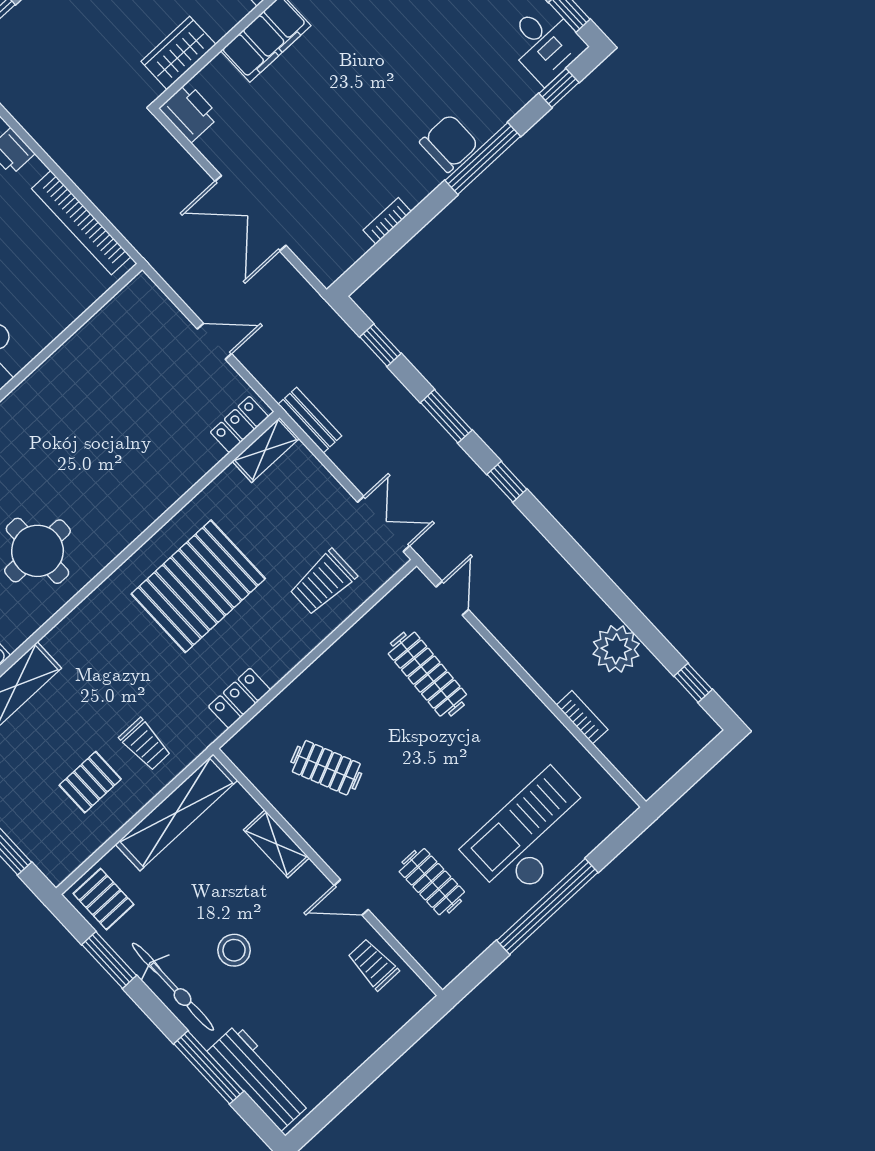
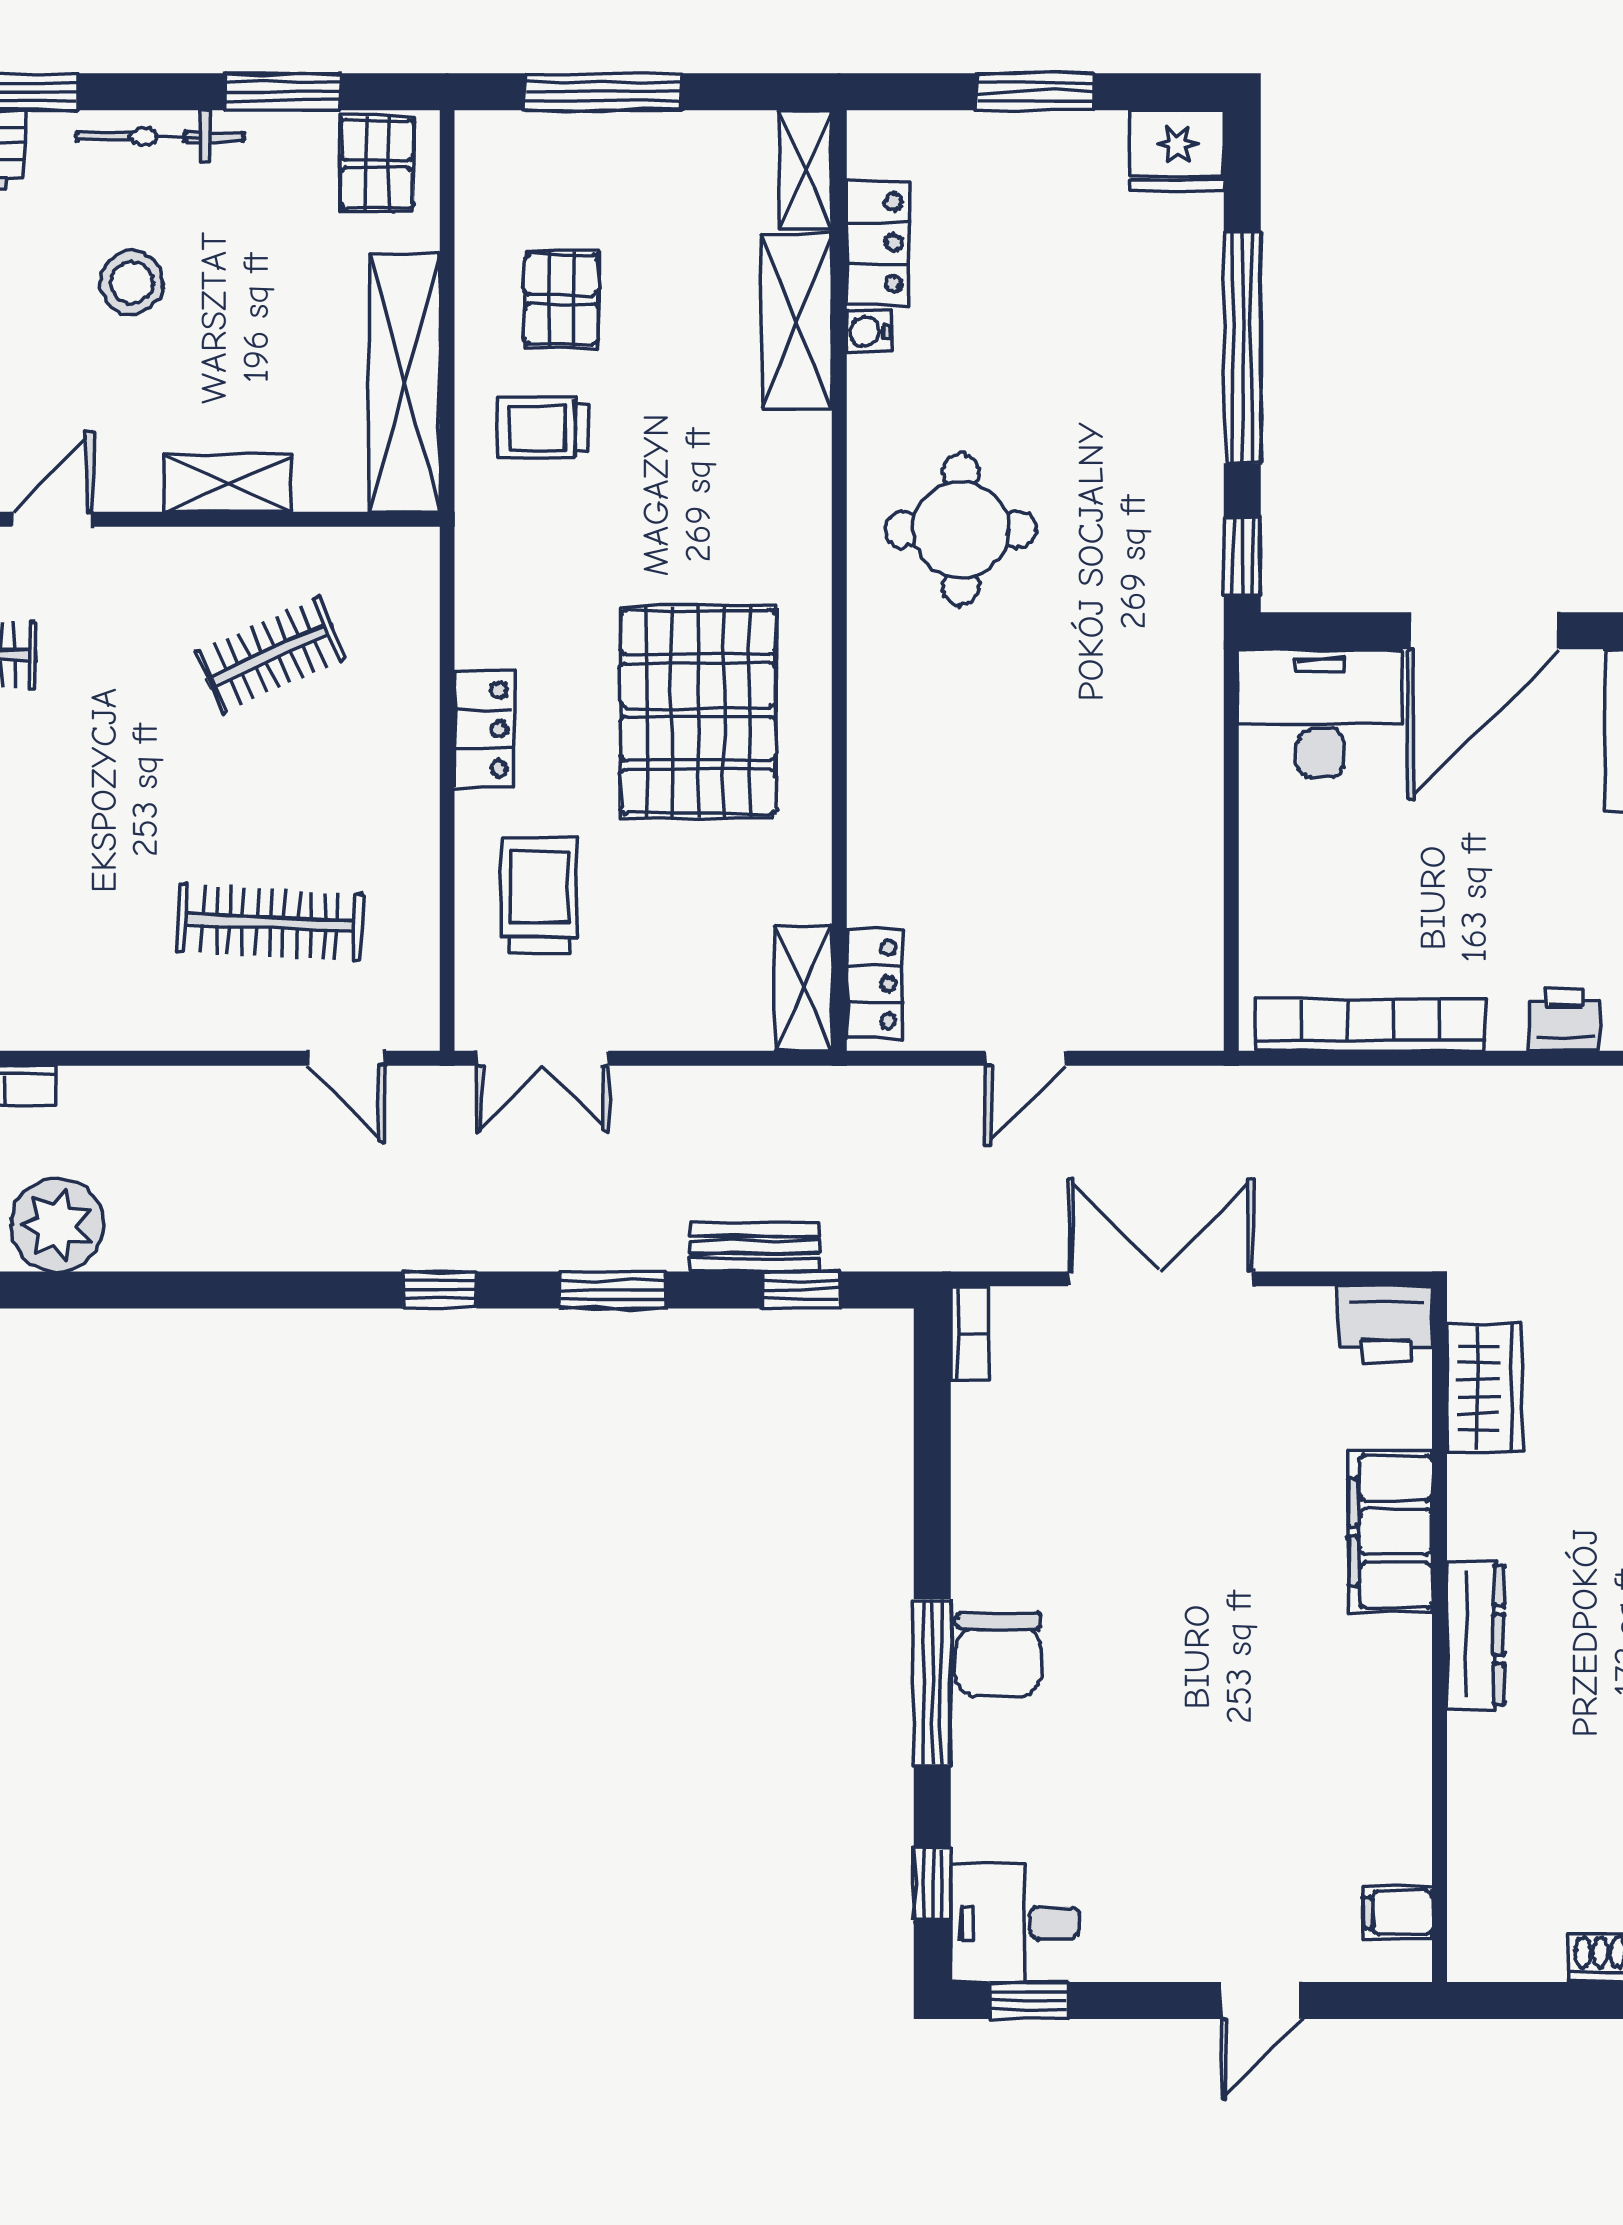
bookcase: (387, 221) -> (969, 1334), moved
bench: (310, 420) -> (754, 1247), moved
locker: (239, 698) -> (484, 729), moved
pallet: (103, 899) -> (377, 164), turned 90
bicycle: (173, 987) -> (161, 137), width x0.73, depth x0.71

